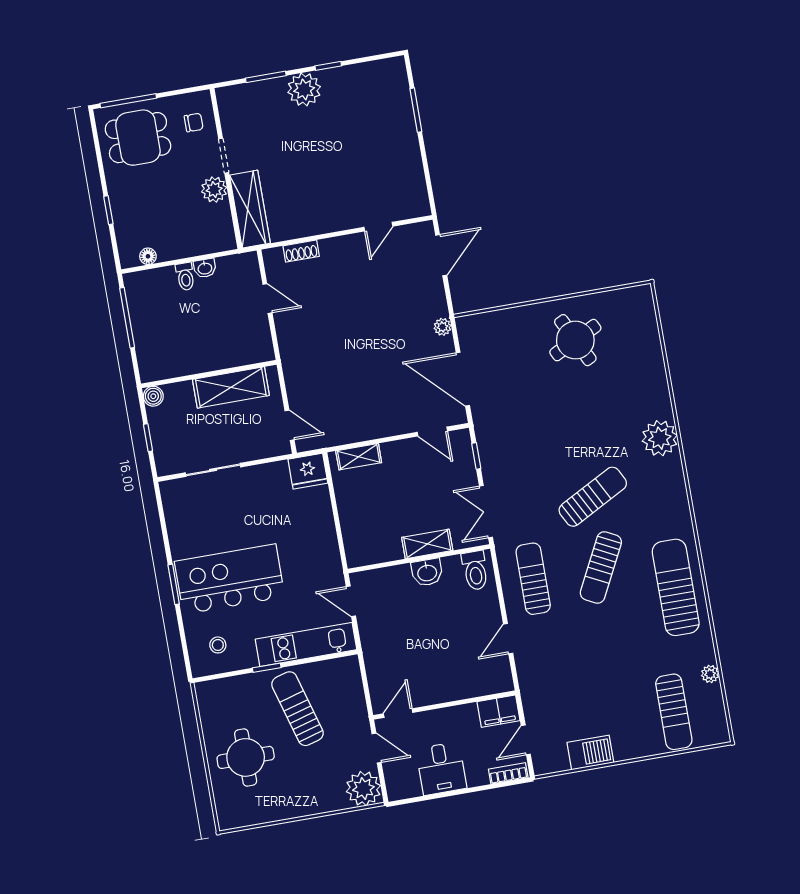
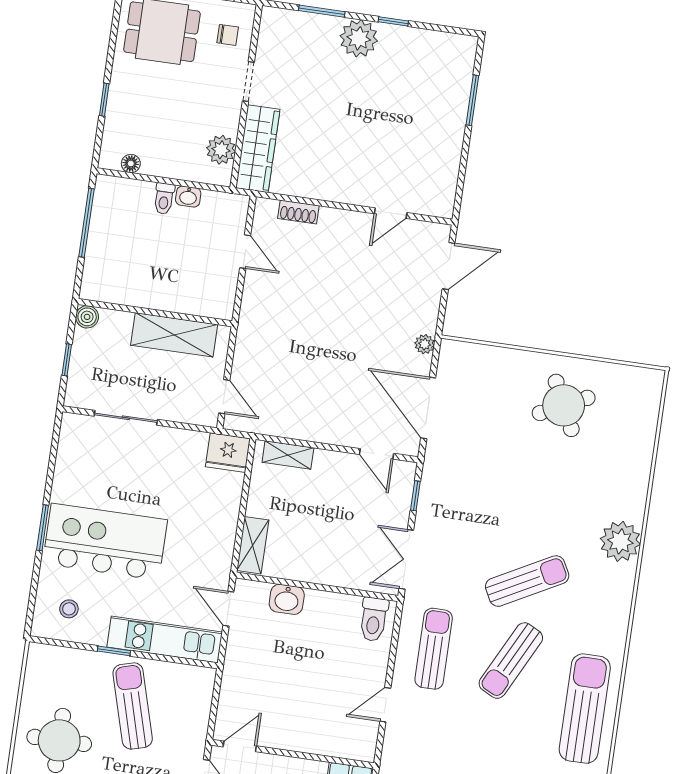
plant: (214, 190) -> (221, 150), moved
shelving: (427, 544) -> (253, 545), moved, turned 90
washbasin: (427, 572) -> (287, 599), moved

